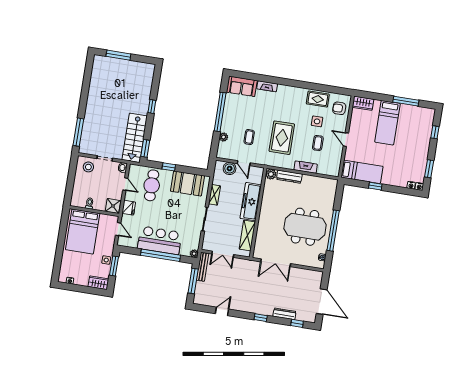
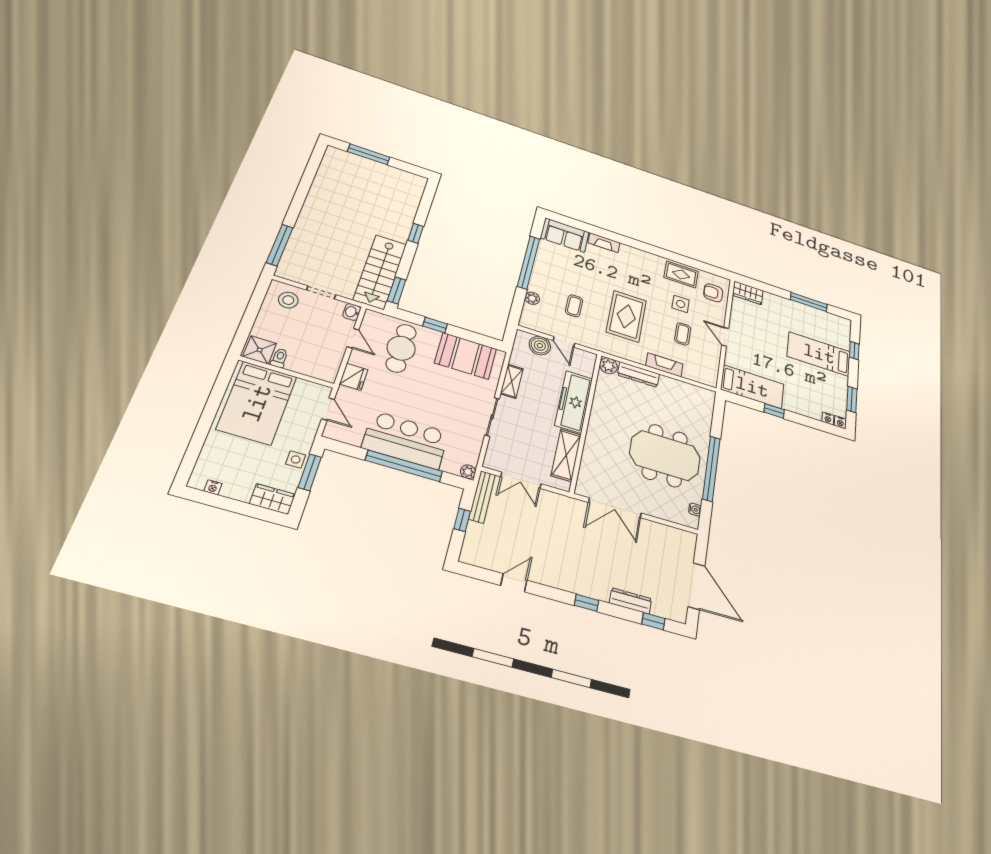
bed: (387, 123) -> (819, 354), moved, turned 90
shower: (113, 206) -> (260, 350), moved
window: (193, 281) -> (462, 520), width x0.46

